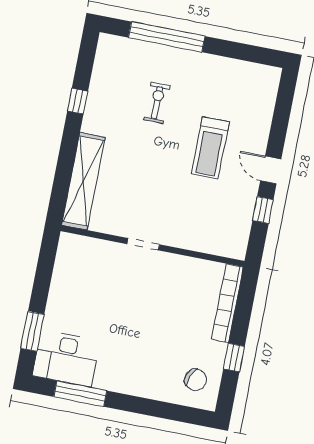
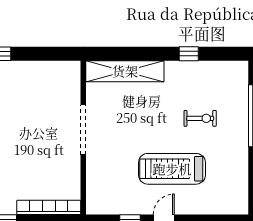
treadmill: (210, 148) -> (172, 169), width x1.37, depth x1.38
doorway: (143, 244) -> (83, 130), width x1.88

